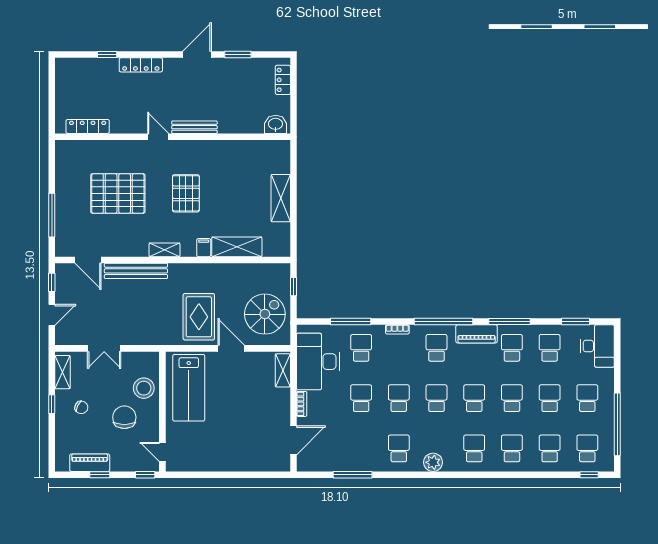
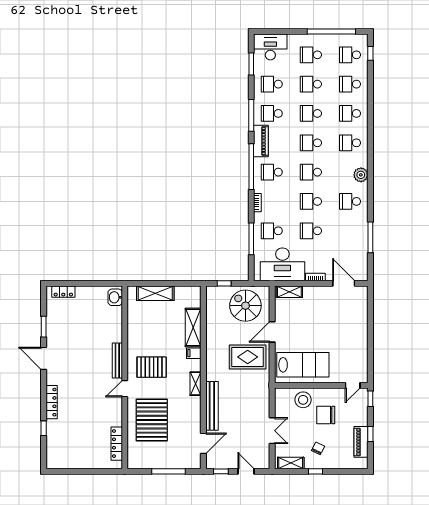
washbasin: (276, 124) -> (115, 297), moved
locker: (88, 126) -> (117, 444), moved
bench: (194, 127) -> (117, 360), moved
door: (158, 137) -> (125, 389), moved
wall: (173, 137) -> (125, 377), moved

